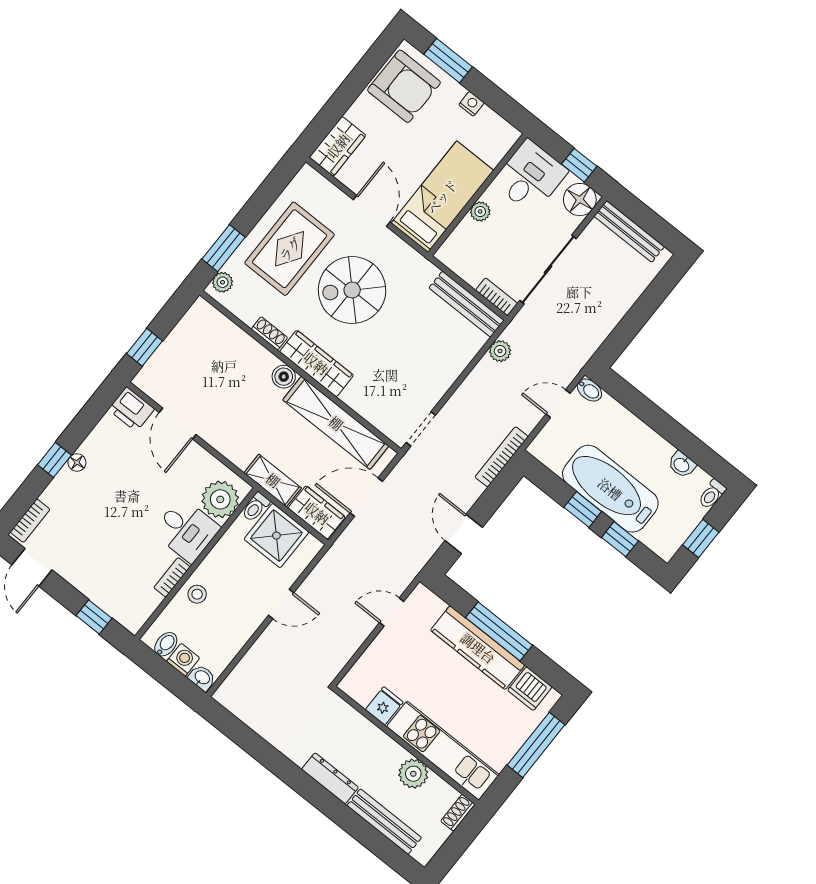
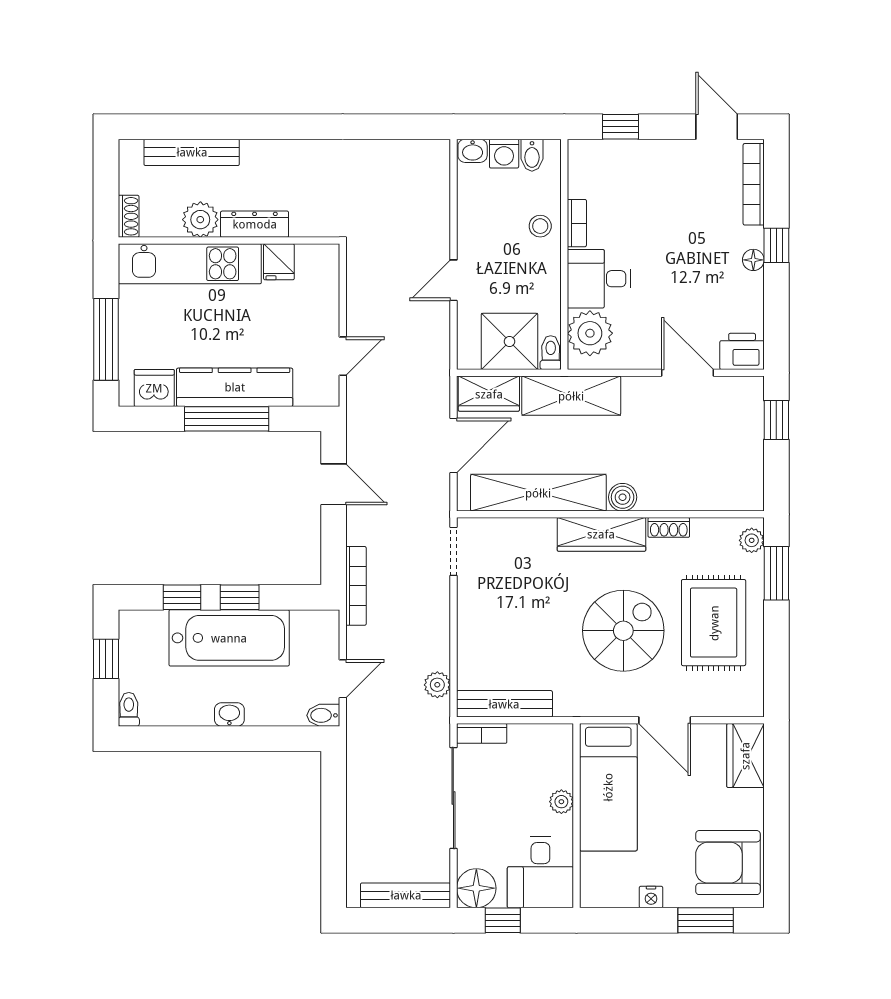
washbasin: (682, 465) -> (229, 714), moved
shelving: (273, 480) -> (571, 396), width x1.50, depth x1.33
bookcase: (30, 521) -> (754, 184), width x1.56
dresser: (330, 778) -> (255, 224), moved, turned 180

